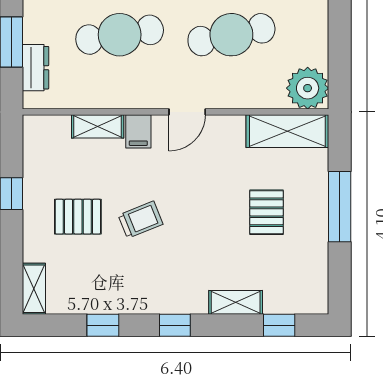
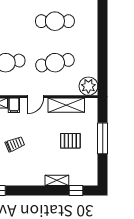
shelving: (287, 131) -> (66, 105), moved
pallet: (266, 212) -> (70, 141), turned 90
window: (175, 325) -> (30, 191), removed

